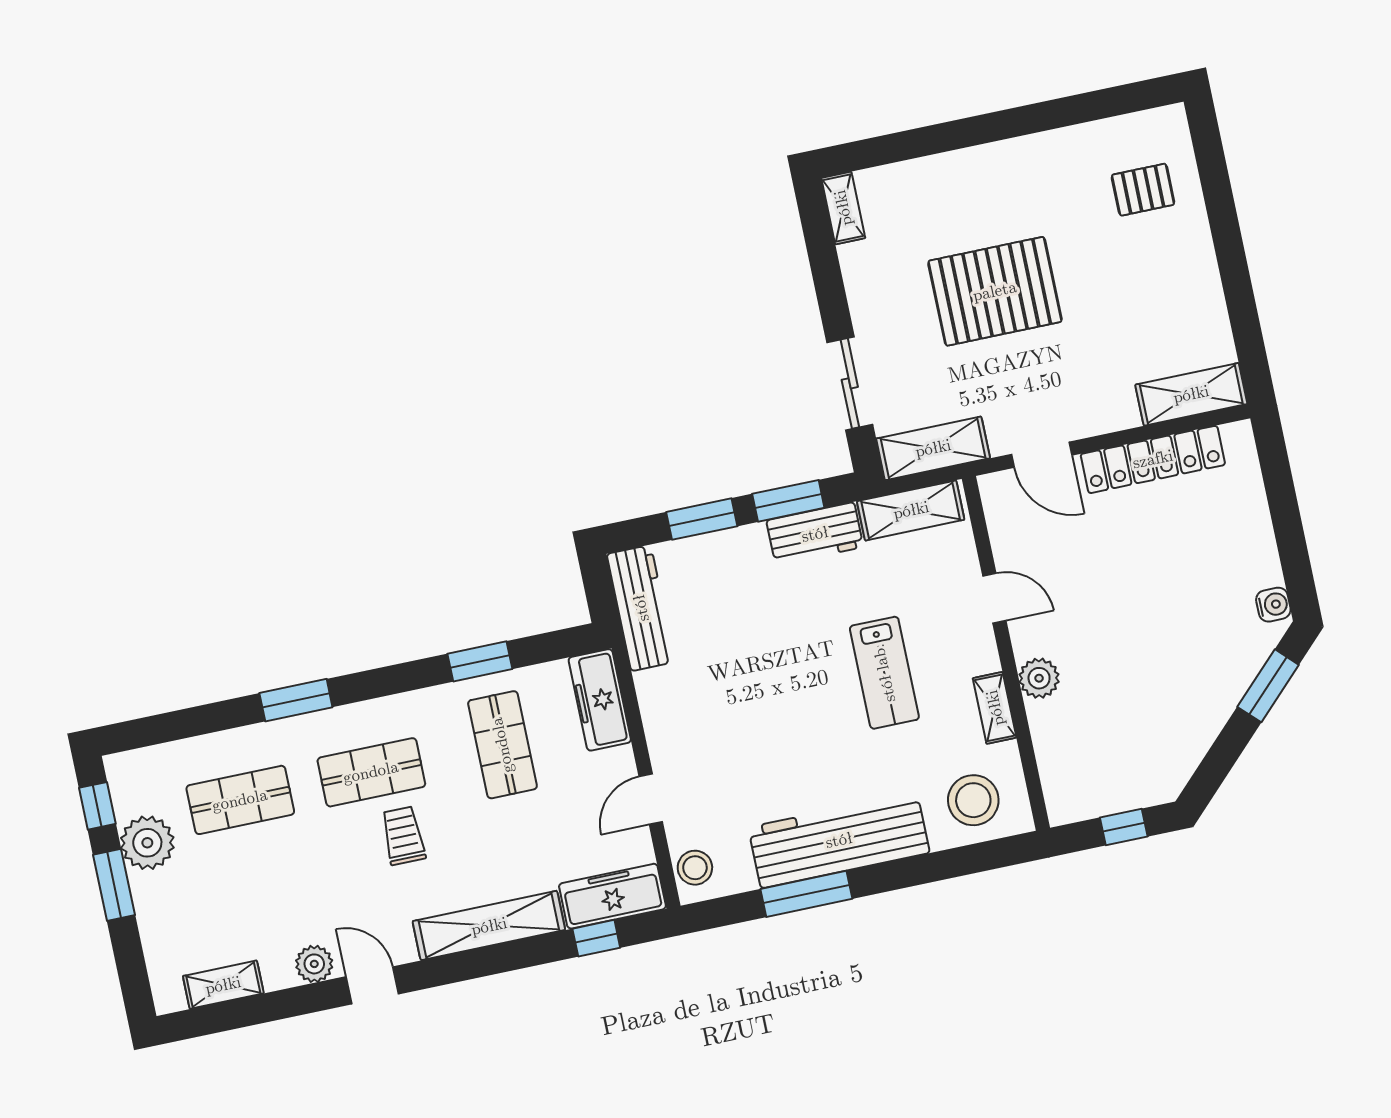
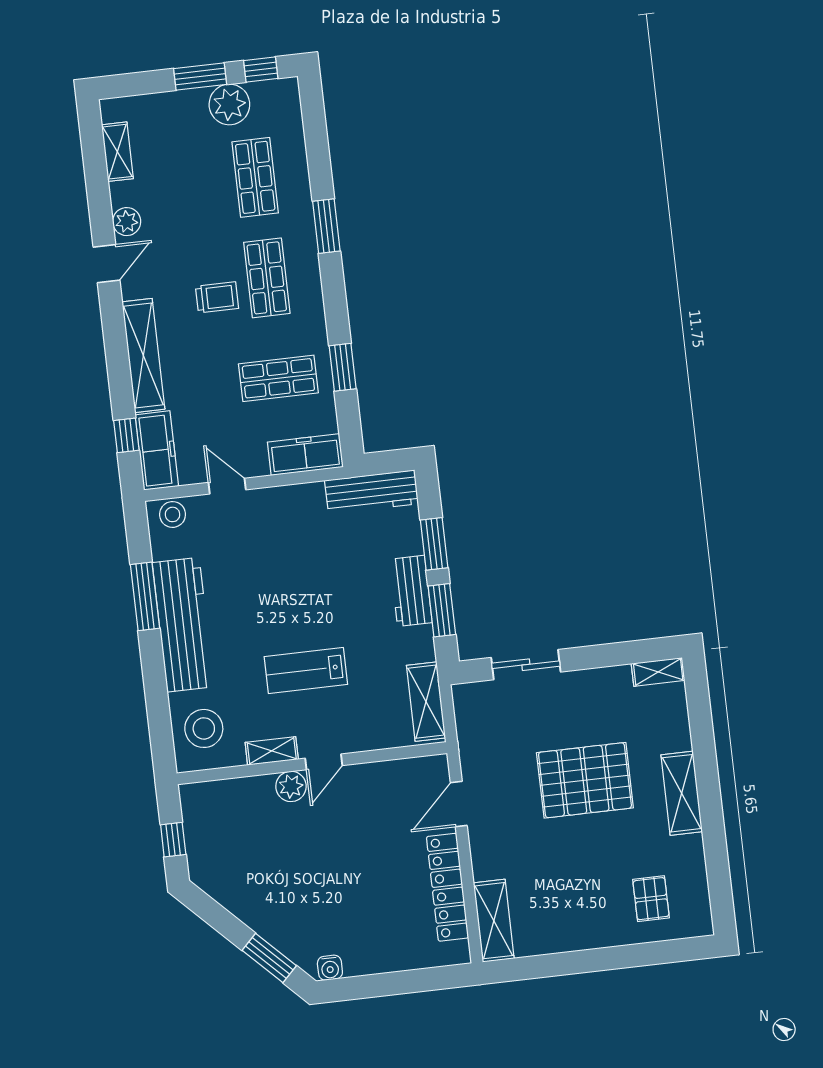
pallet: (995, 291) -> (585, 780), turned 90
shelving: (933, 448) -> (682, 793), moved
workbench: (815, 534) -> (411, 591), moved
door: (994, 598) -> (324, 762), moved

